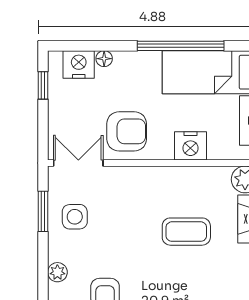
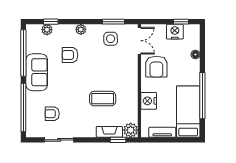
nightstand: (79, 64) -> (175, 32), moved, turned -90
coffee table: (186, 232) -> (103, 99), turned 90

